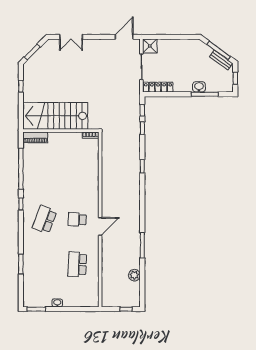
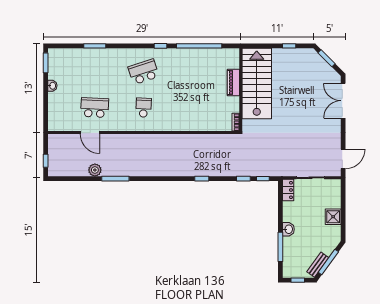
double door: (71, 37) -> (343, 101), width x1.37
door: (124, 37) -> (343, 159), hinge flipped
shower: (150, 46) -> (333, 217), moved
locker: (158, 87) -> (288, 190), width x0.66
washbasin: (199, 87) -> (288, 229), moved
piano: (35, 137) -> (233, 83), moved
school desk: (45, 219) -> (144, 72), turned -39
door: (100, 226) -> (90, 133), moved
plant: (134, 275) -> (95, 170), moved

